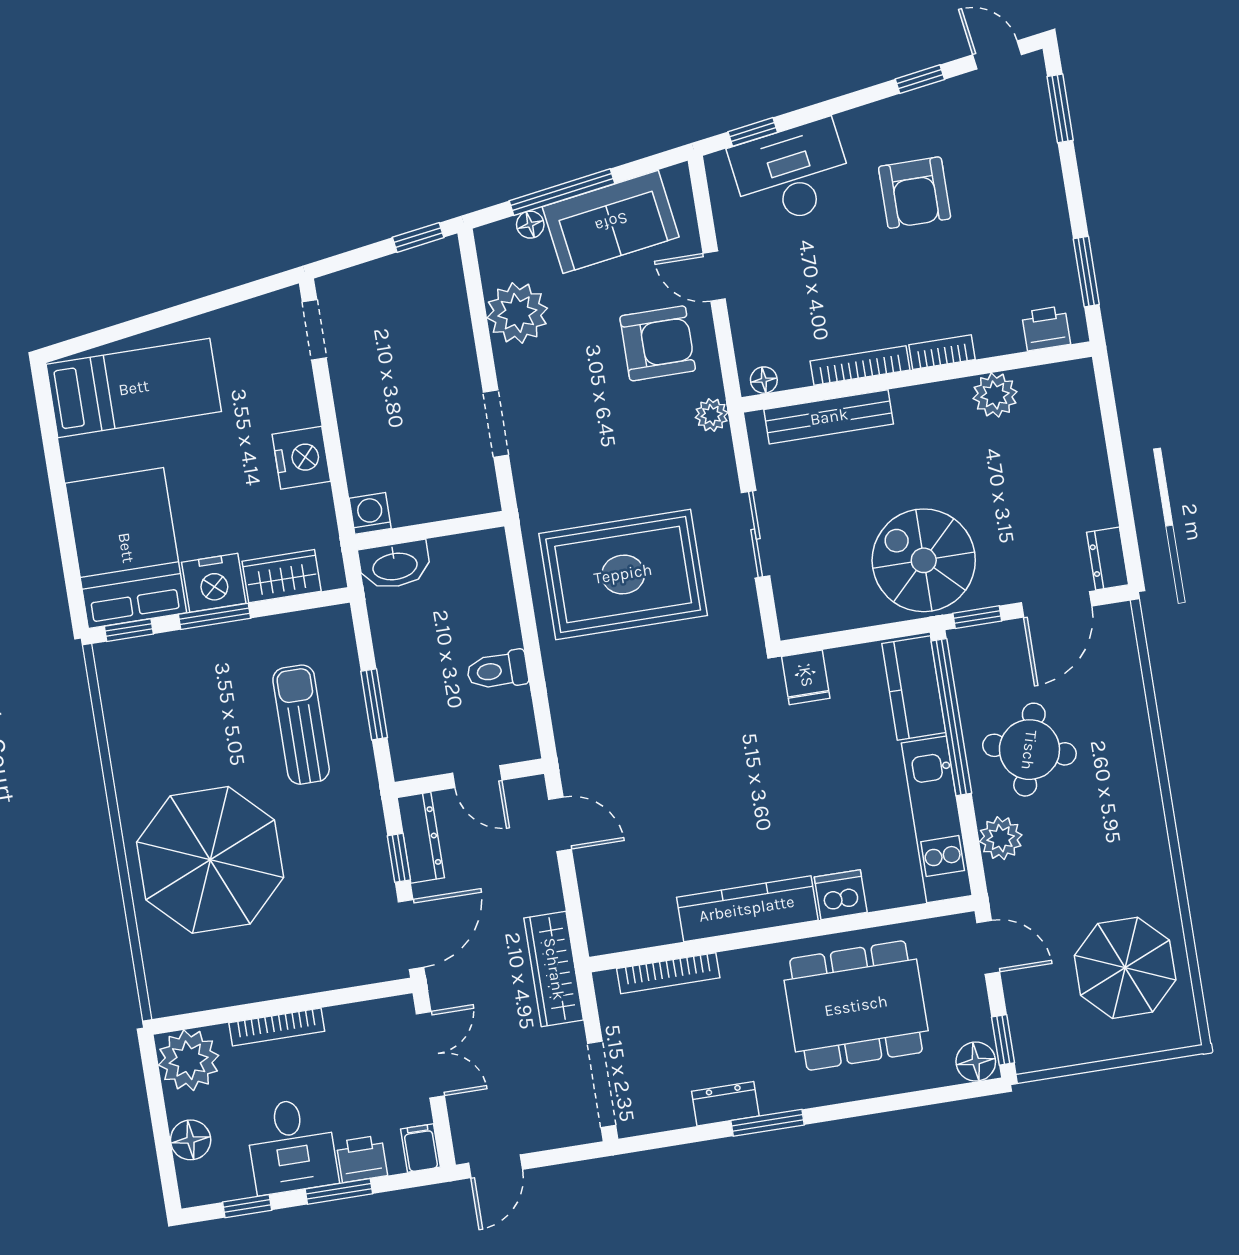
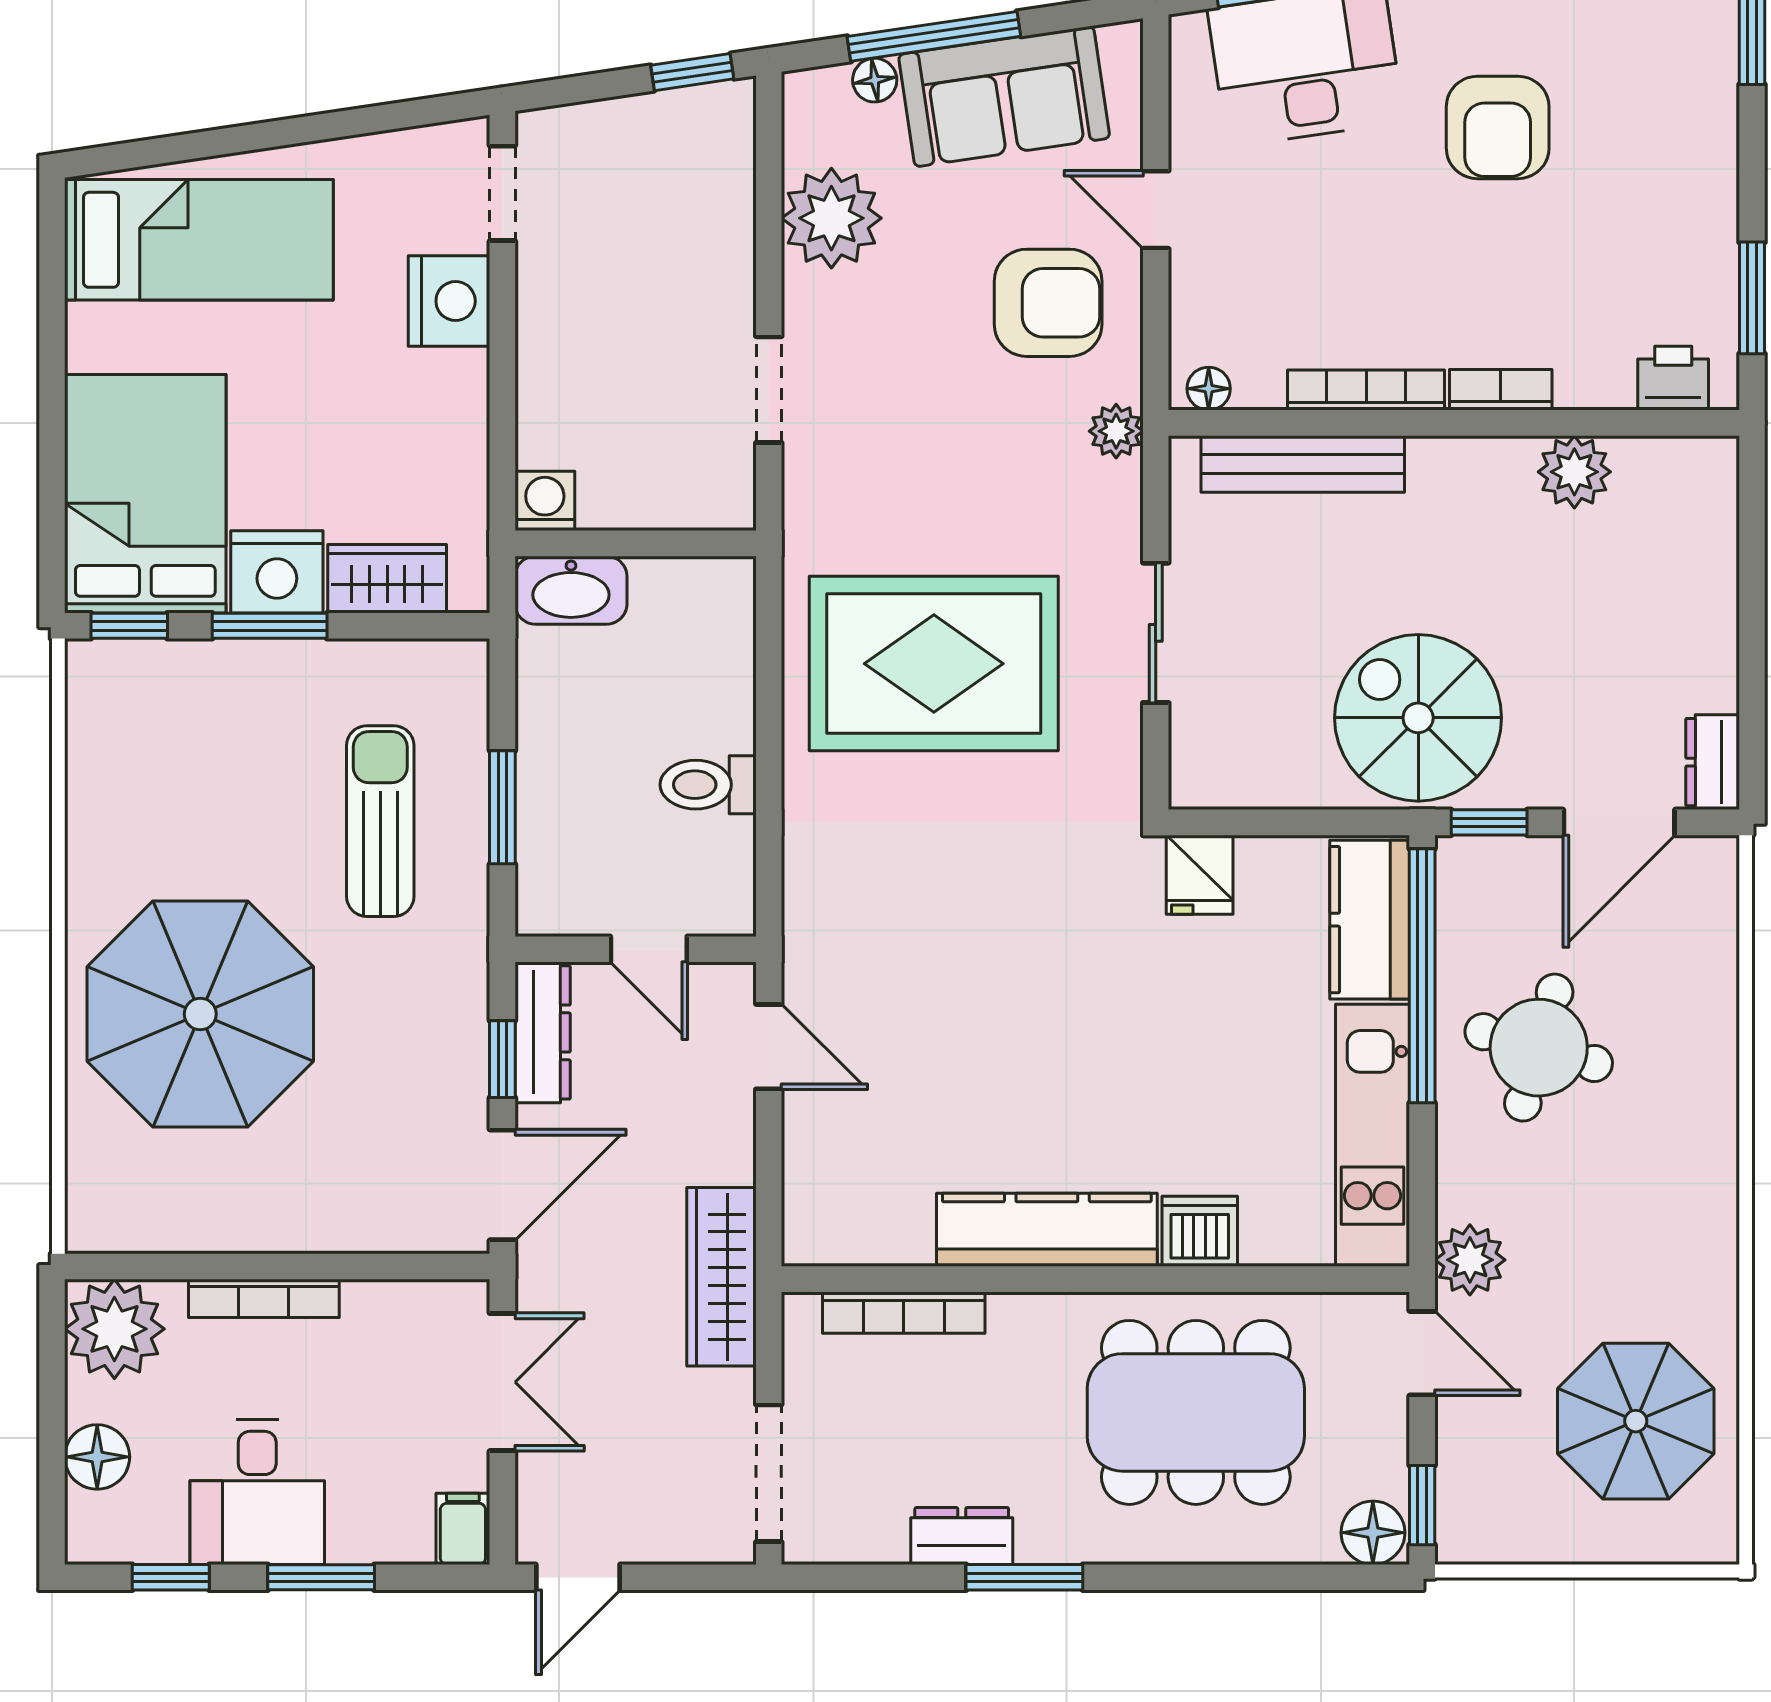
nightstand: (301, 458) -> (449, 301), moved
plant: (1001, 838) -> (1470, 1260), moved
printer: (362, 1159) -> (366, 1531), removed

